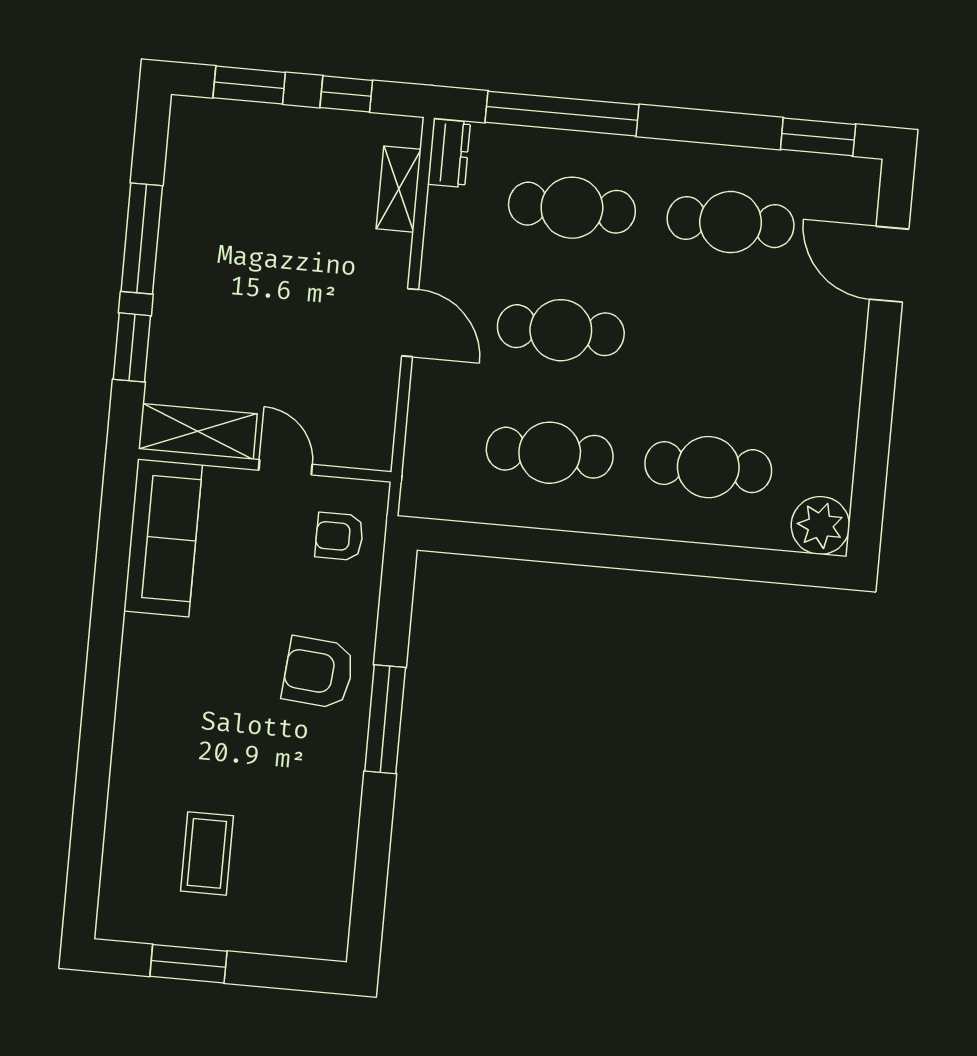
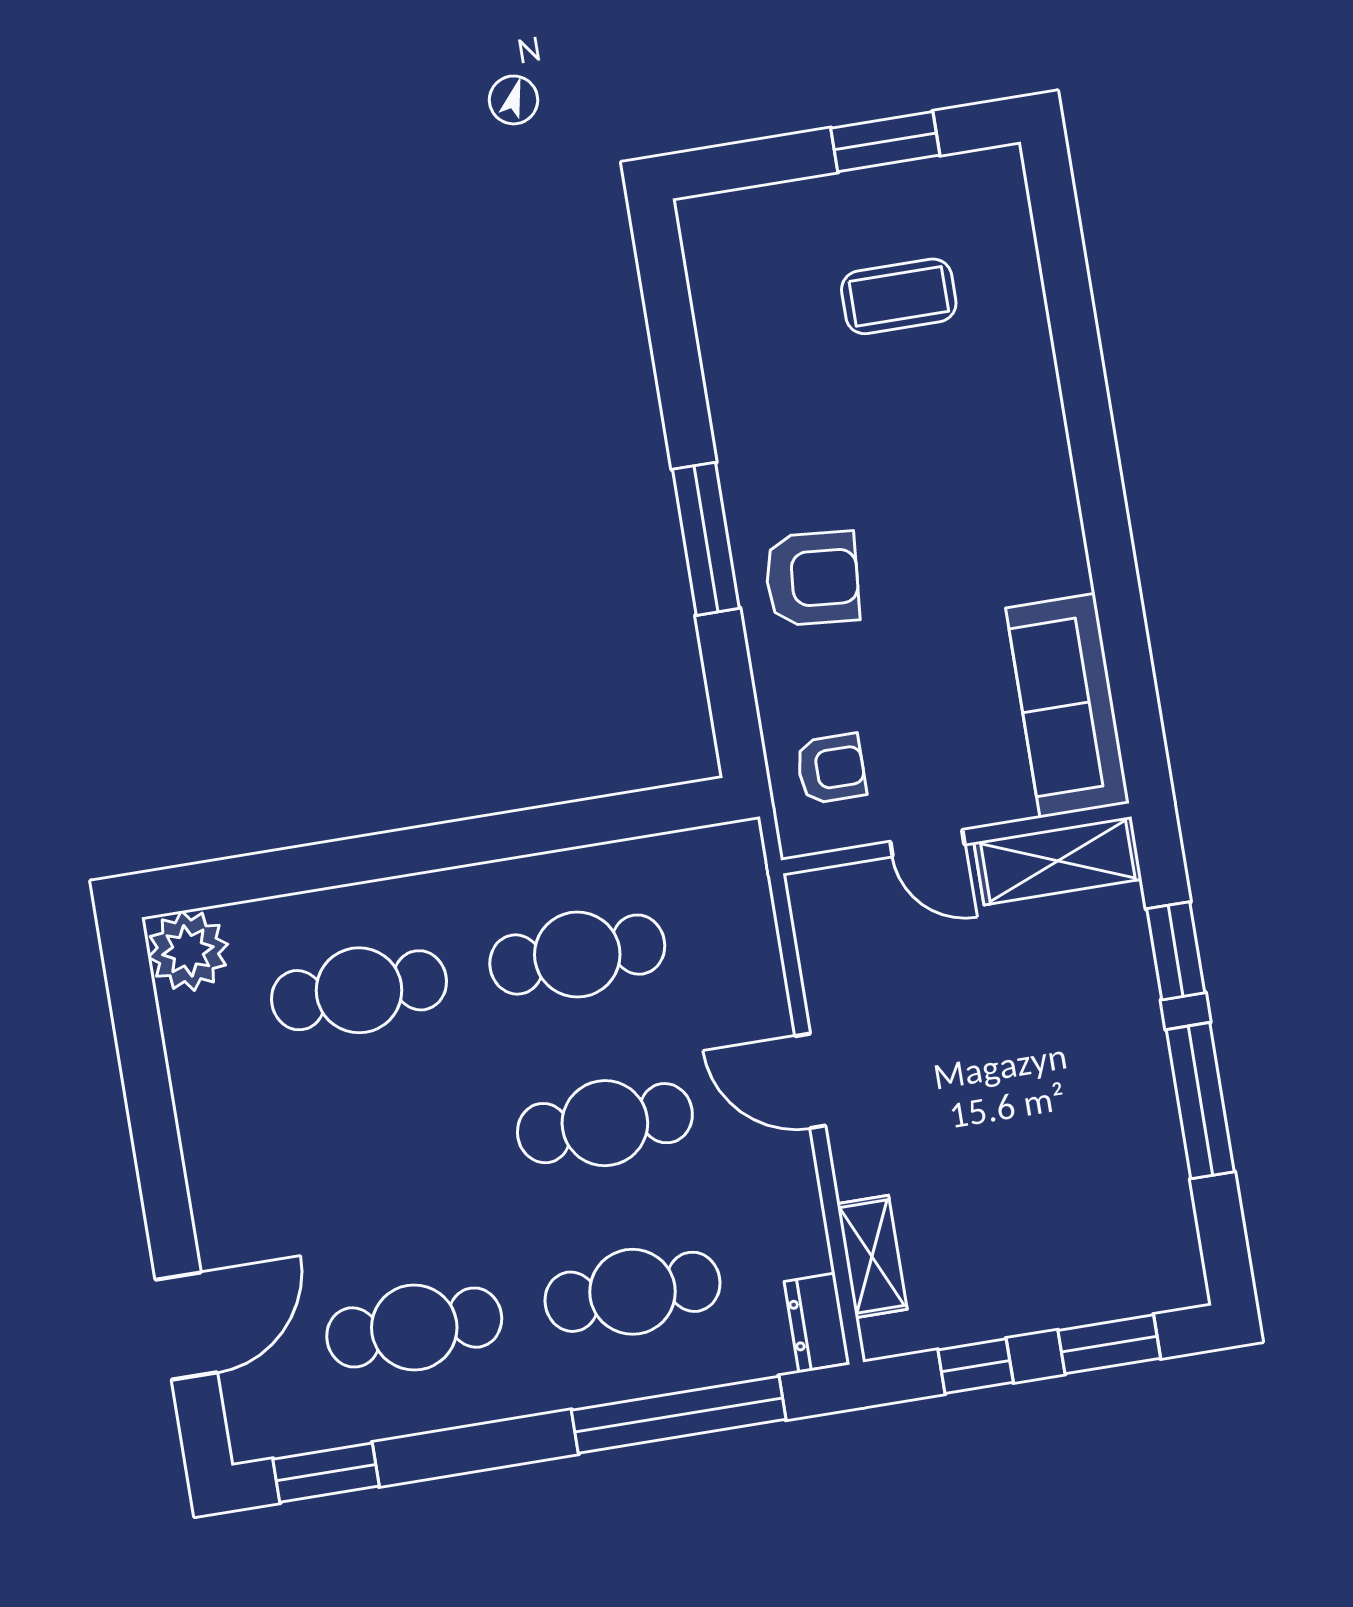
door: (889, 264) -> (186, 1326), hinge flipped
coffee table: (207, 853) -> (899, 296), turned 90

